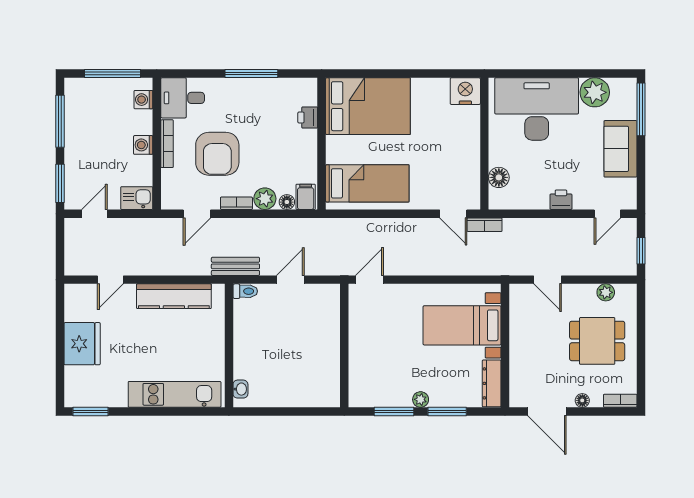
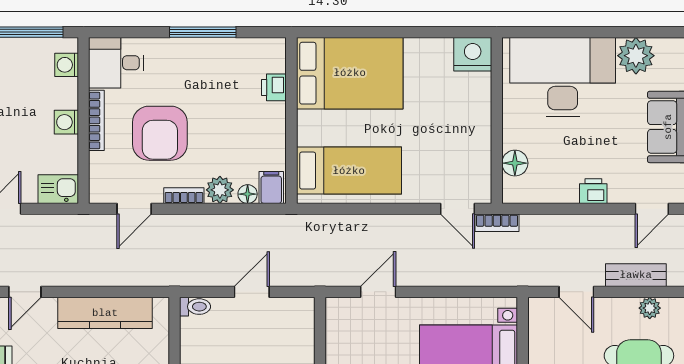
bench: (235, 266) -> (636, 275), moved
door: (369, 280) -> (378, 292), moved

